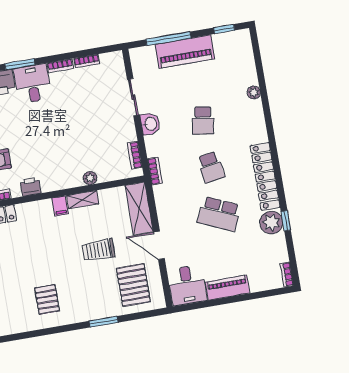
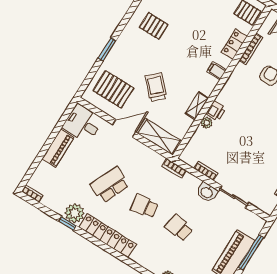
bookcase: (135, 155) -> (206, 171), moved
printer: (30, 187) -> (216, 111), moved
filing cabinet: (60, 206) -> (217, 71), moved
trolley: (98, 250) -> (156, 87), turned -44

